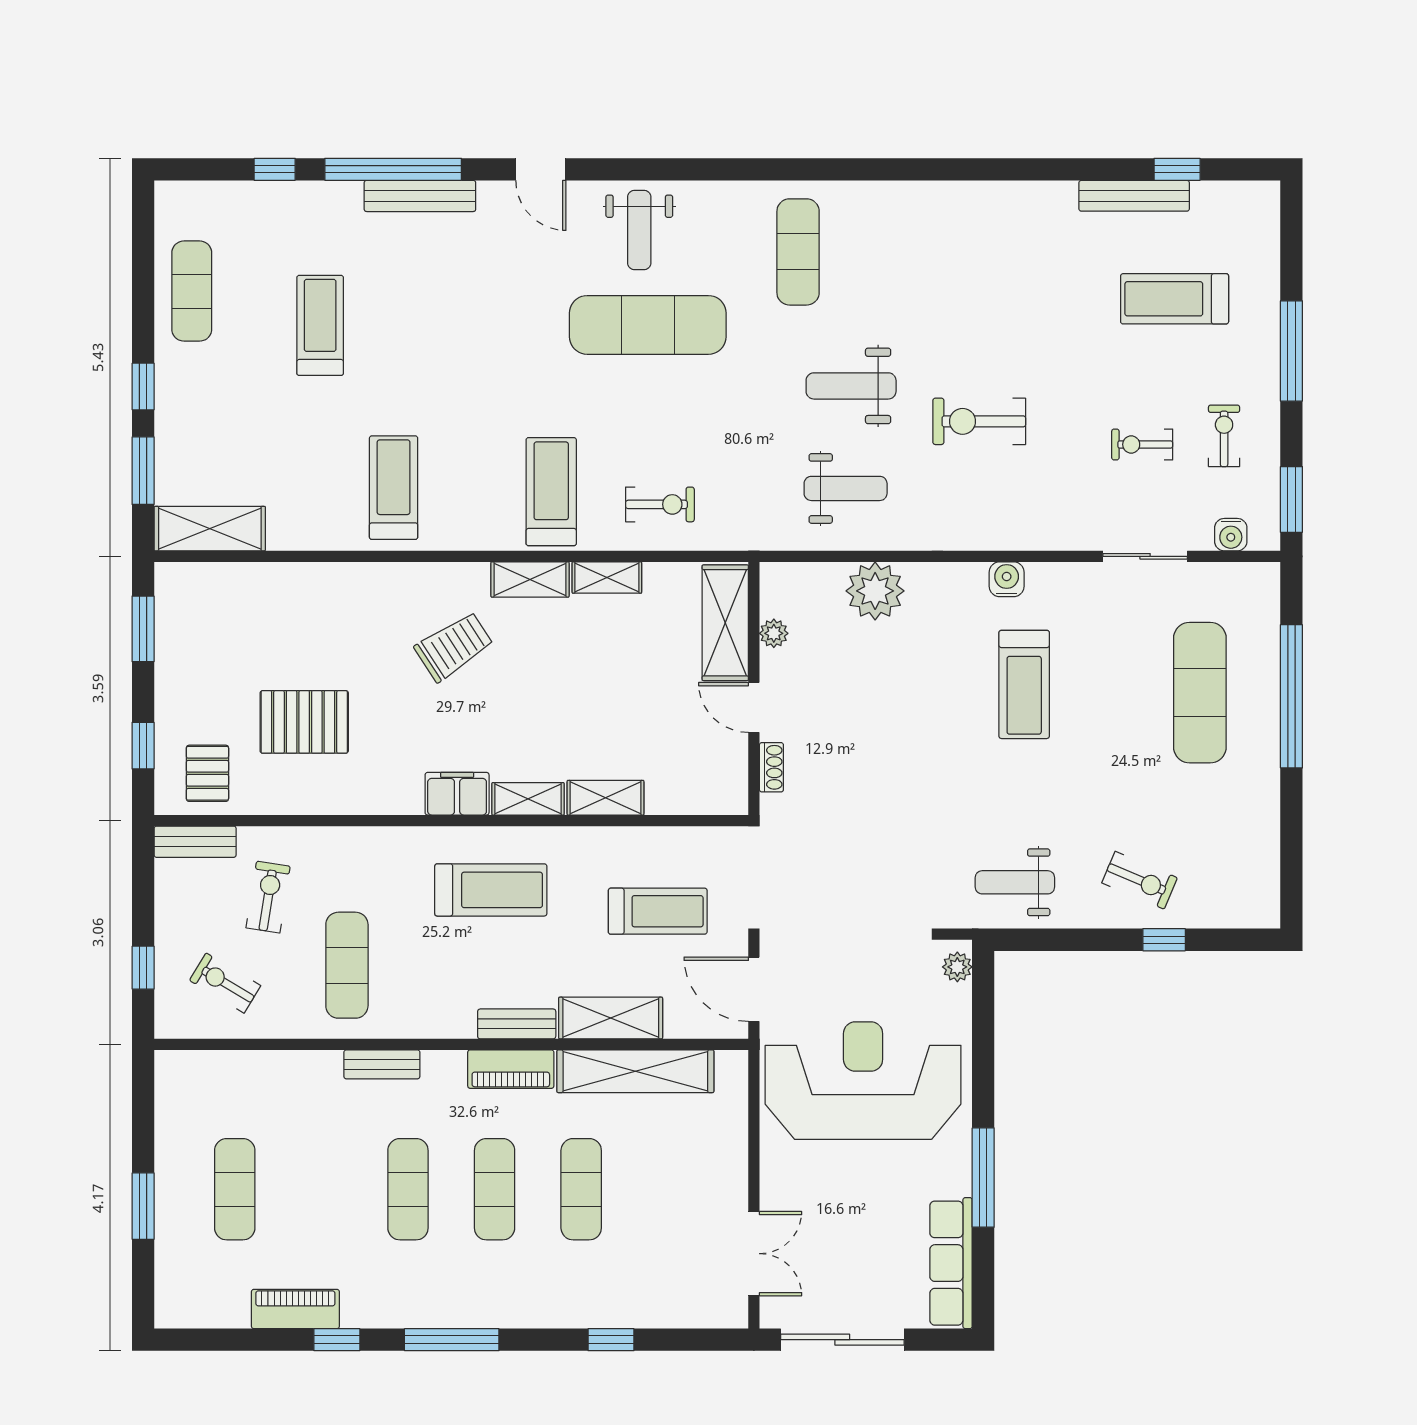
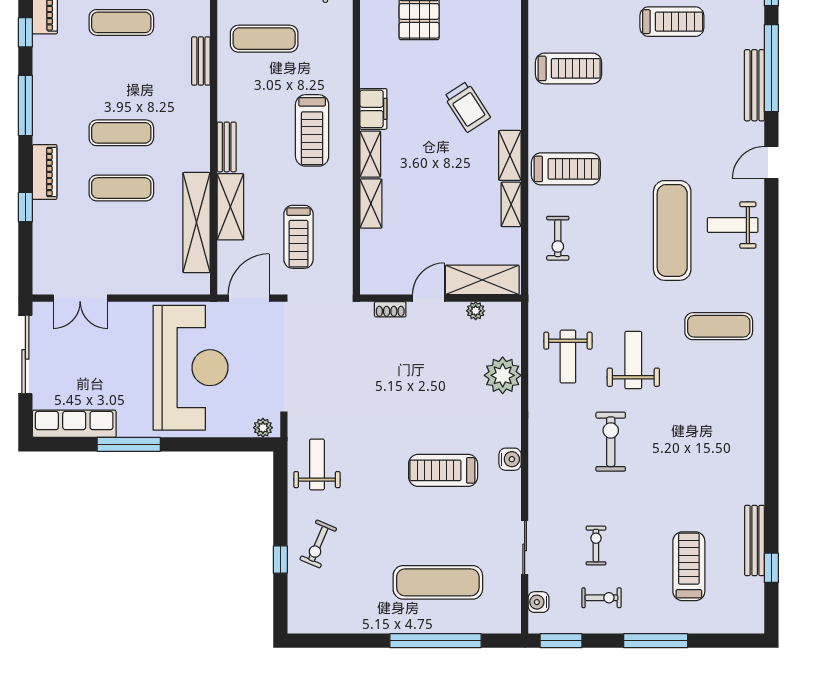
piano: (511, 1069) -> (45, 172), moved, turned 180
exercise mat: (408, 1189) -> (121, 22), moved

